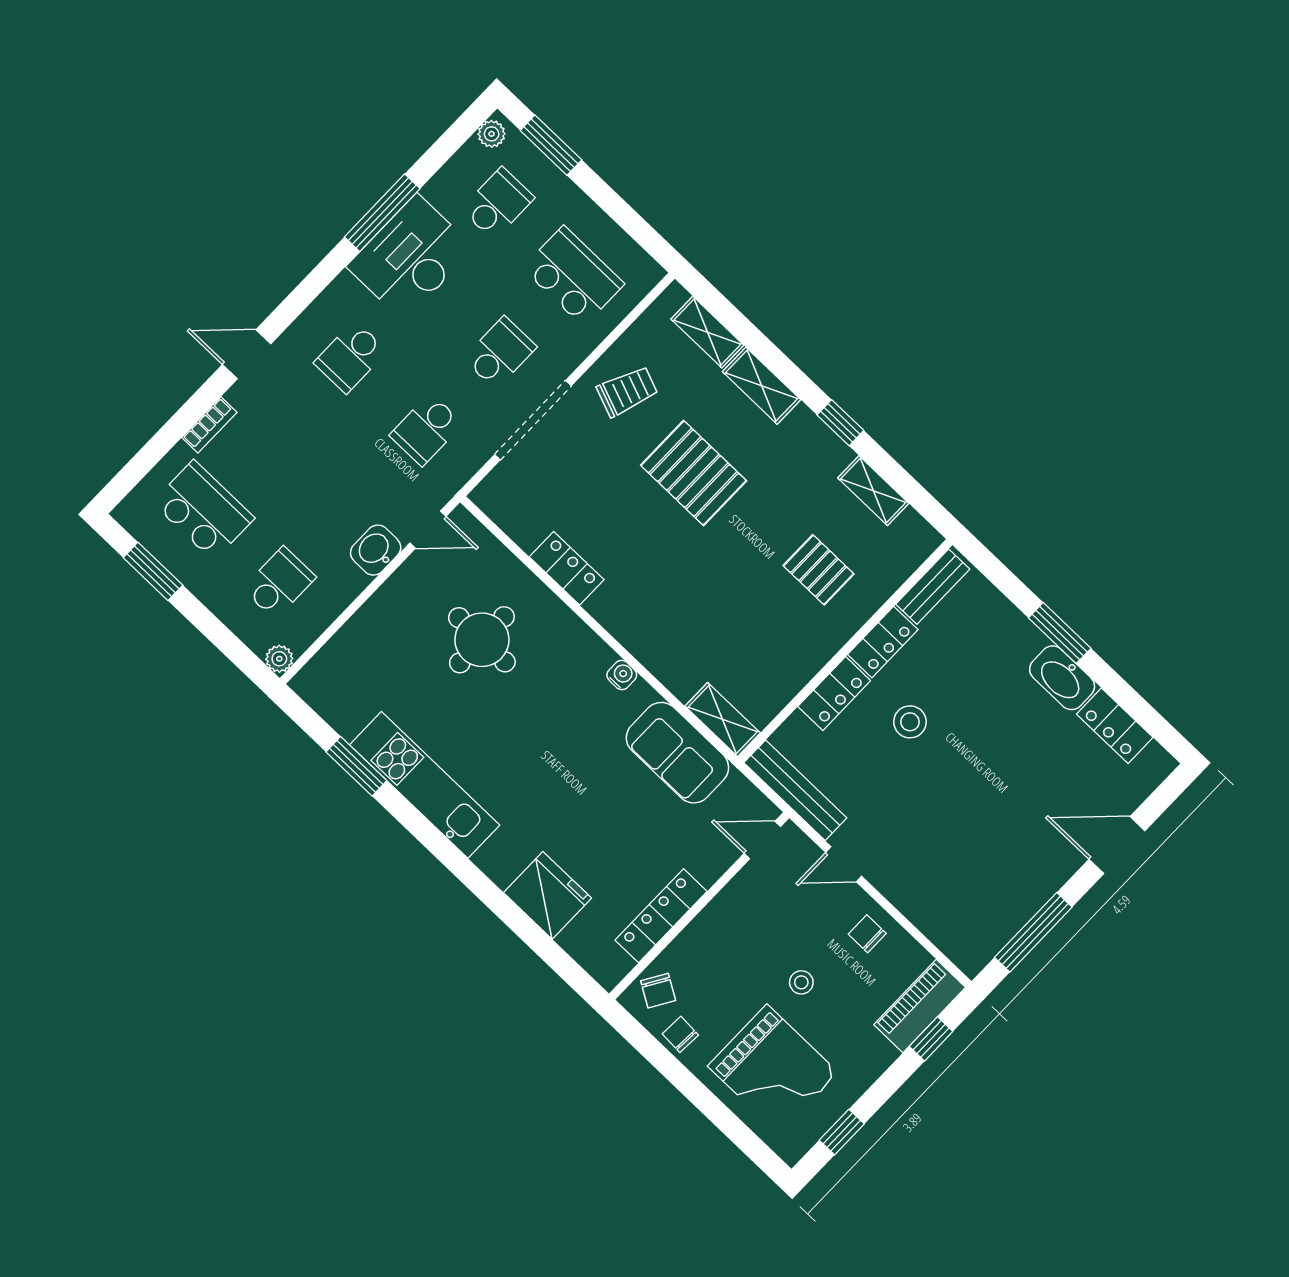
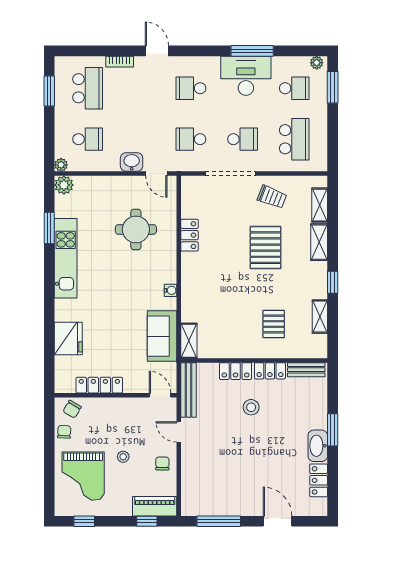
plant: (313, 683) -> (64, 185), added

